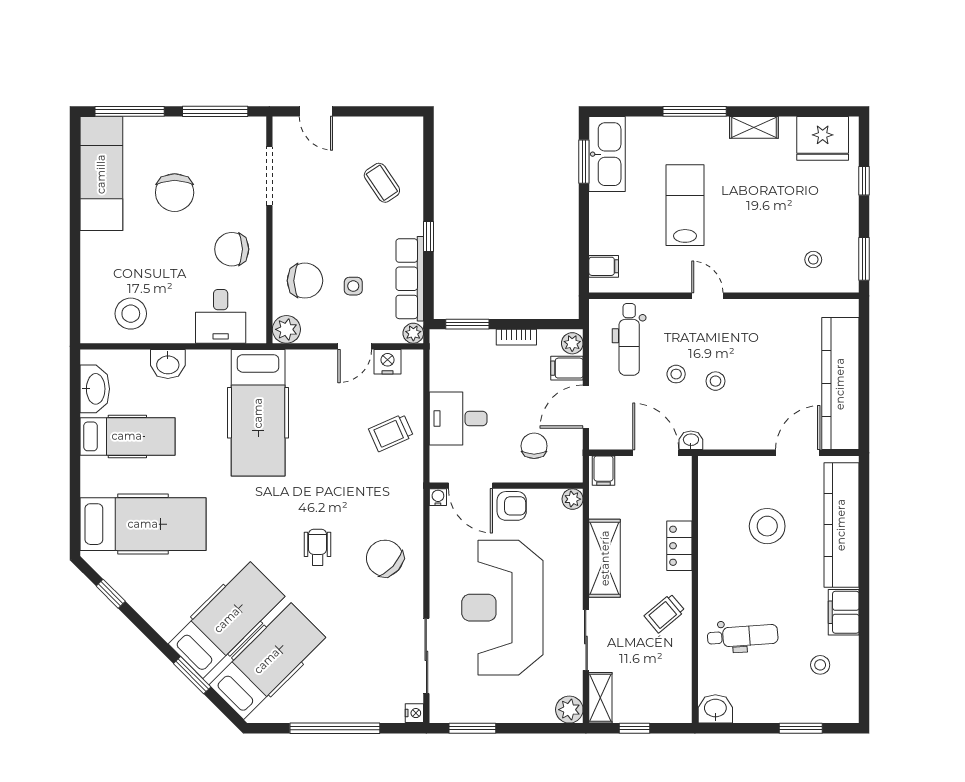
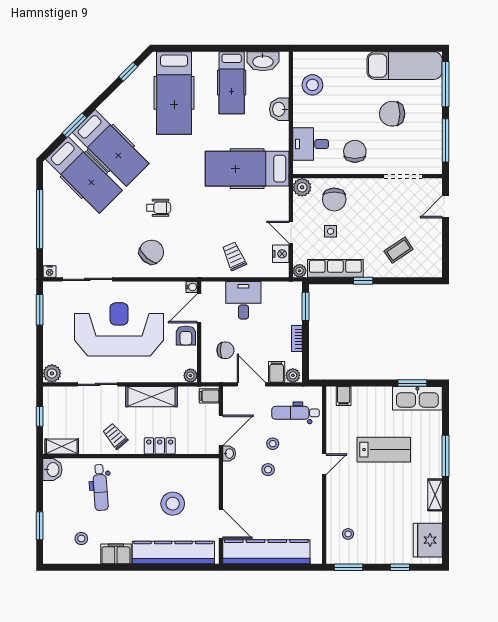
shelving: (600, 698) -> (62, 446), moved

